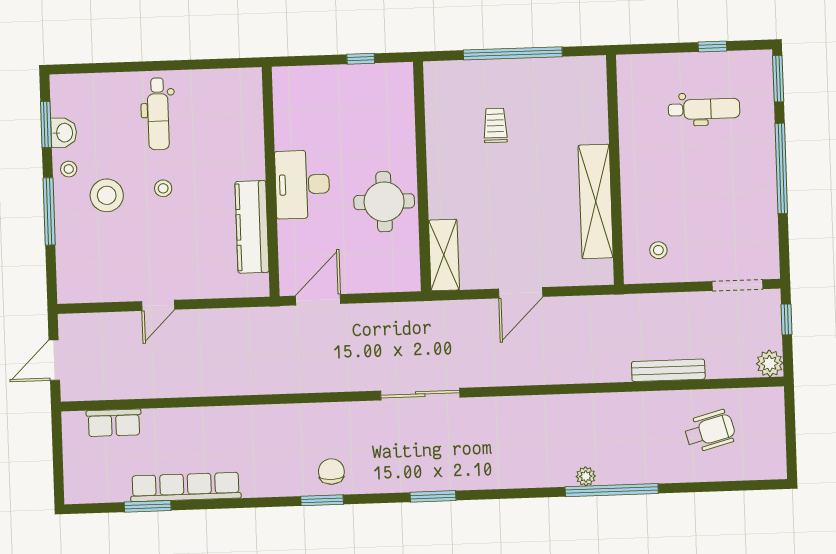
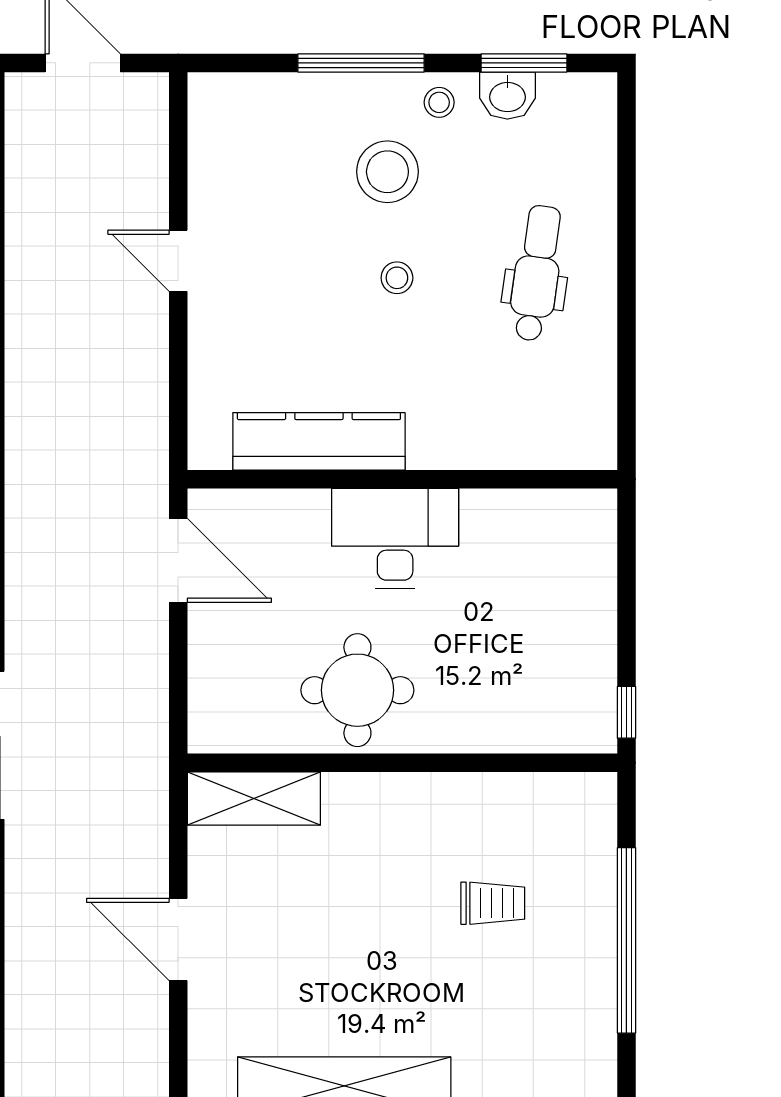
window: (361, 59) -> (626, 712), moved
dental chair: (158, 114) -> (537, 273), turned 98

